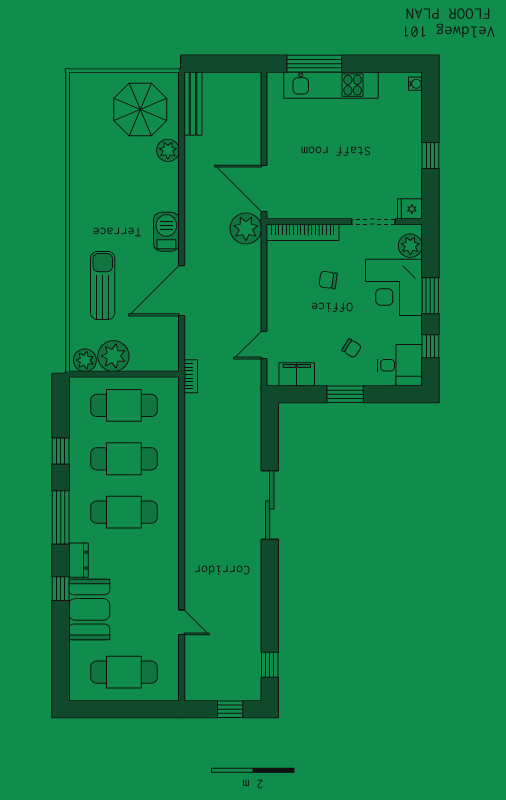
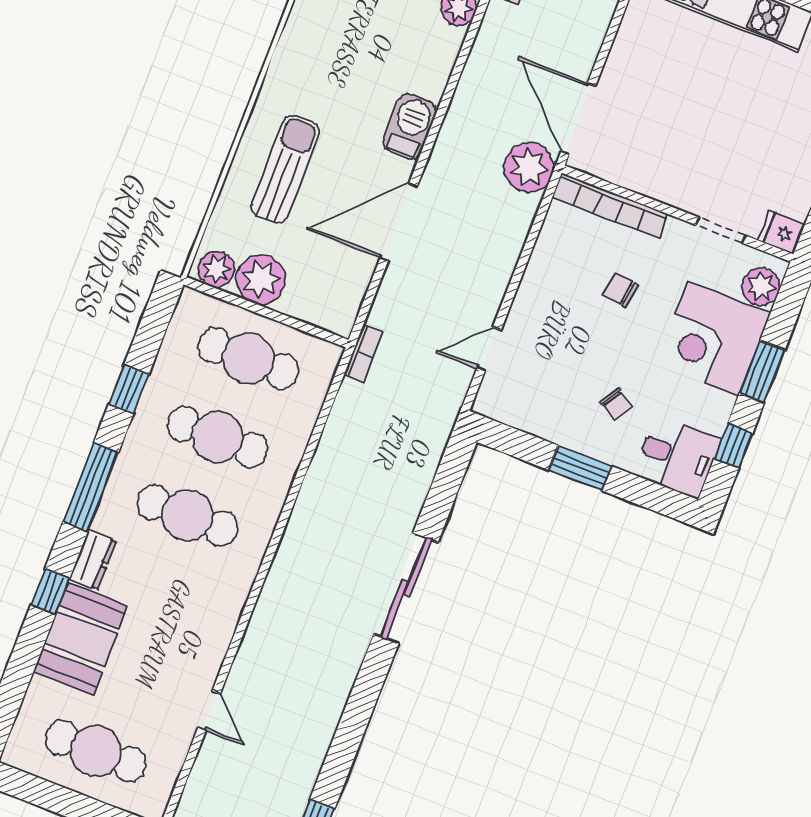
doorway: (373, 222) -> (721, 230), width x0.73
filing cabinet: (297, 374) -> (520, 411), removed

